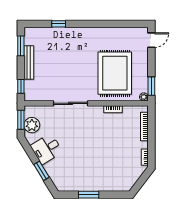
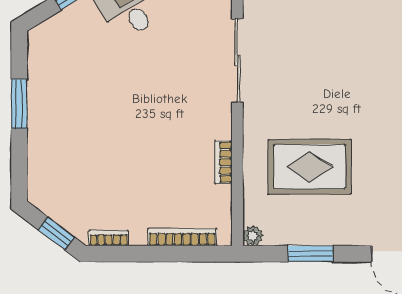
rug: (115, 73) -> (310, 167), width x0.73, depth x0.69
window: (151, 86) -> (310, 254), moved
window: (143, 179) -> (56, 233), added

